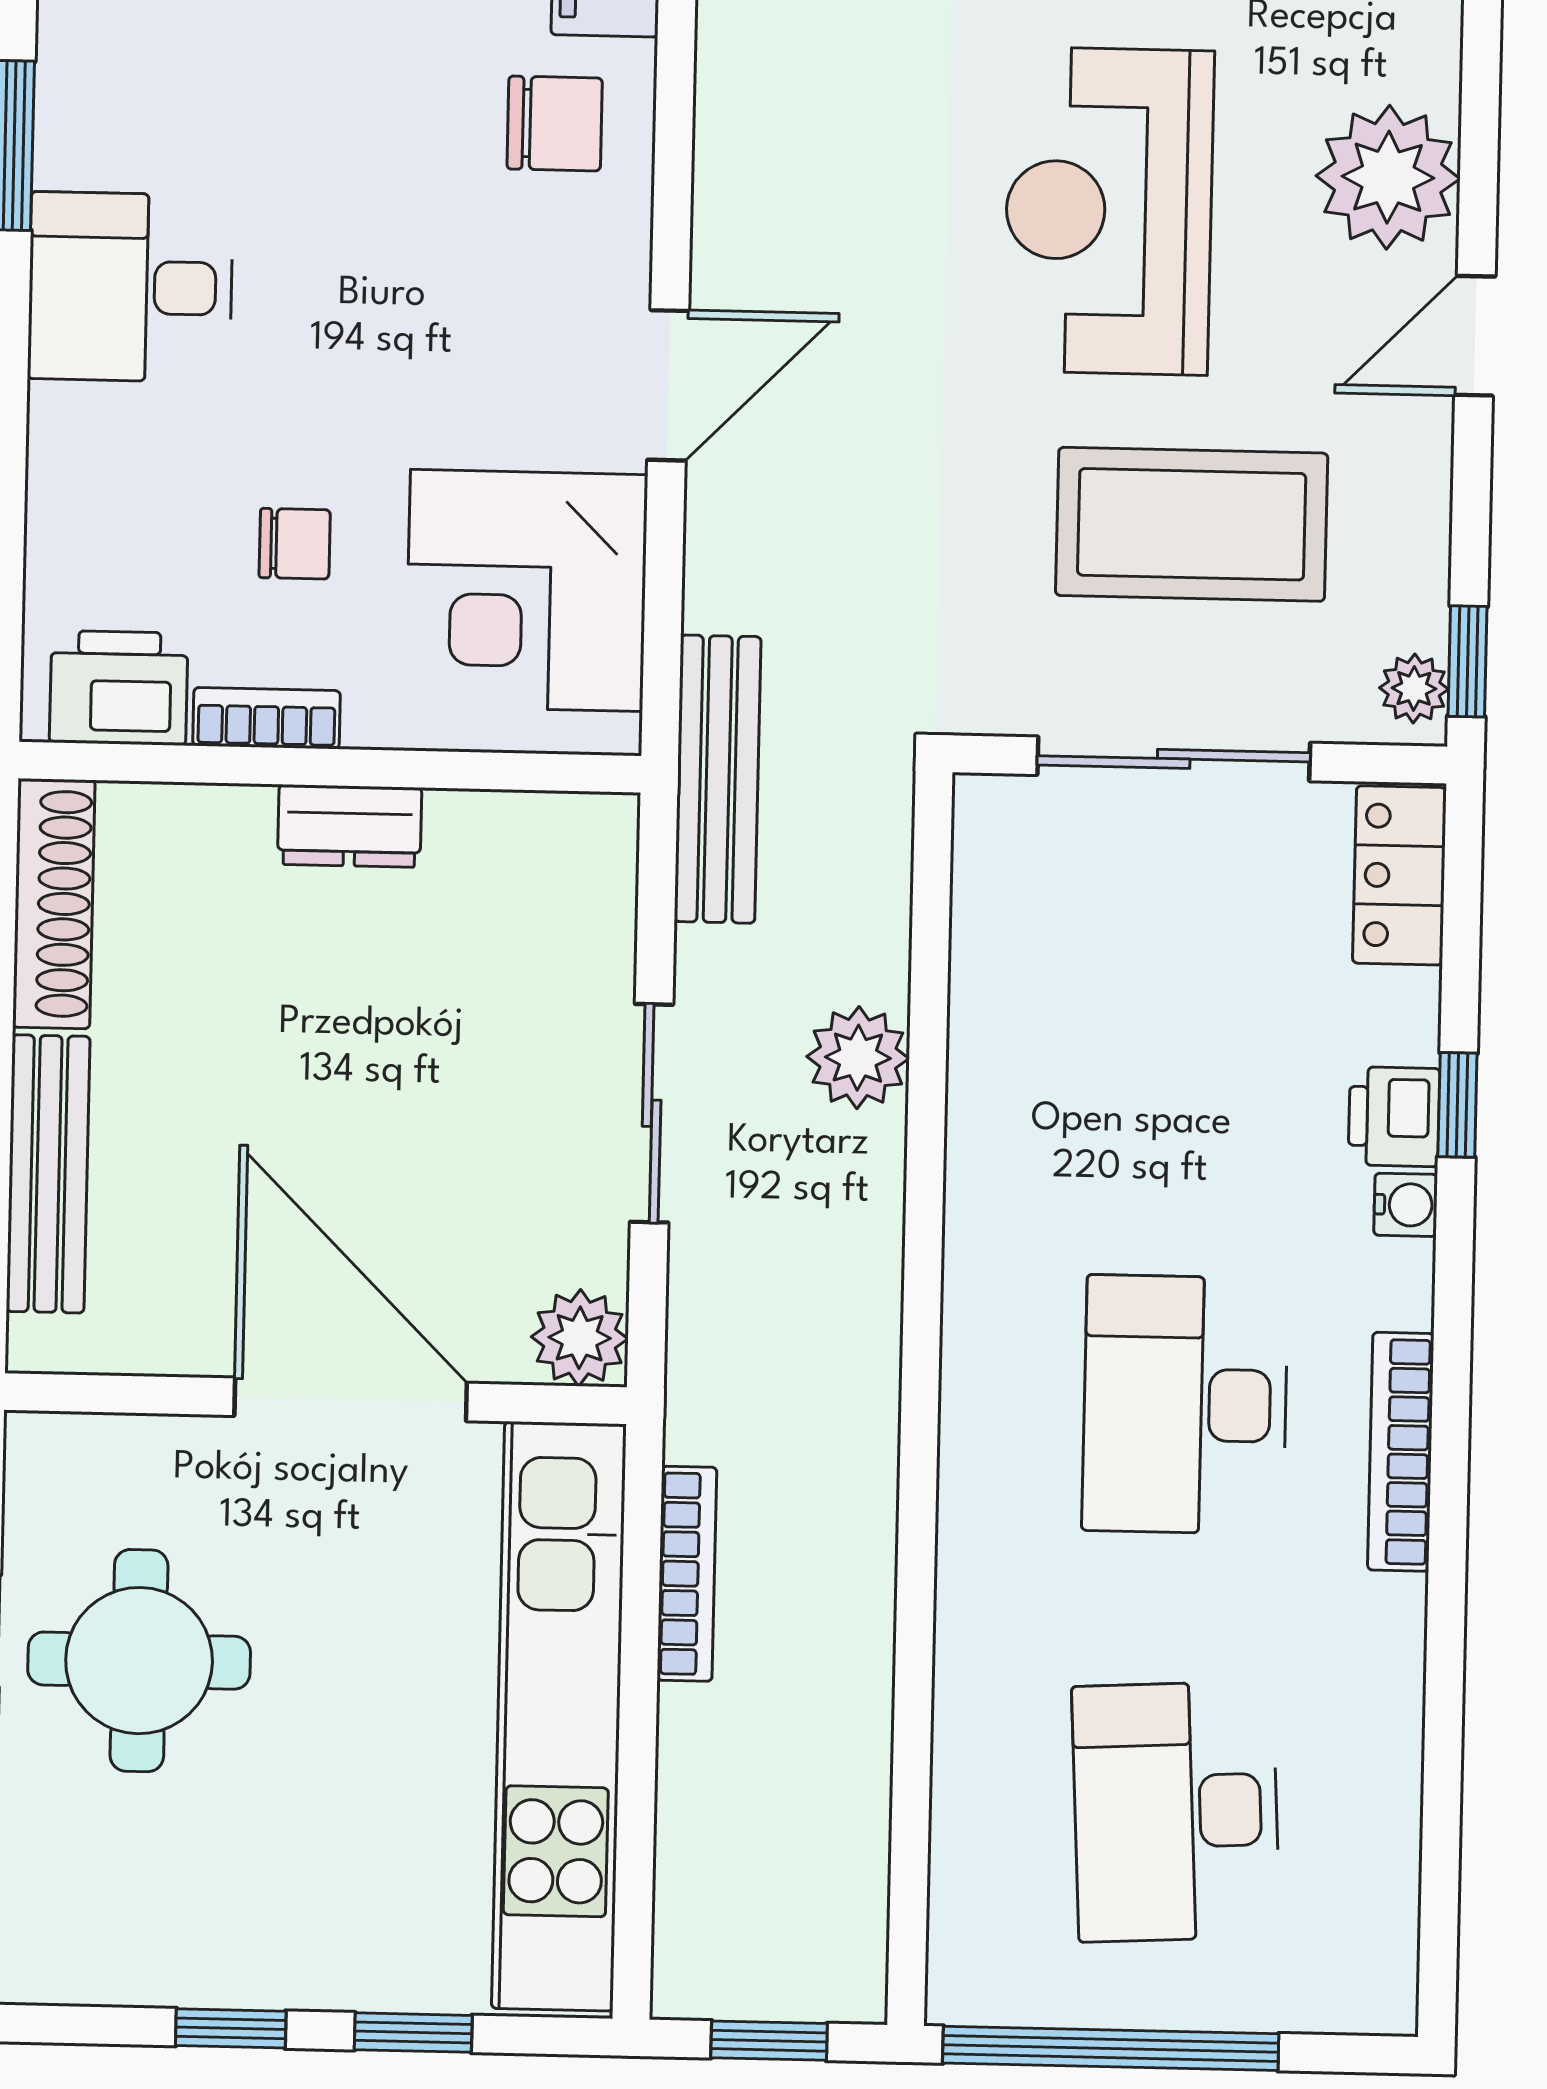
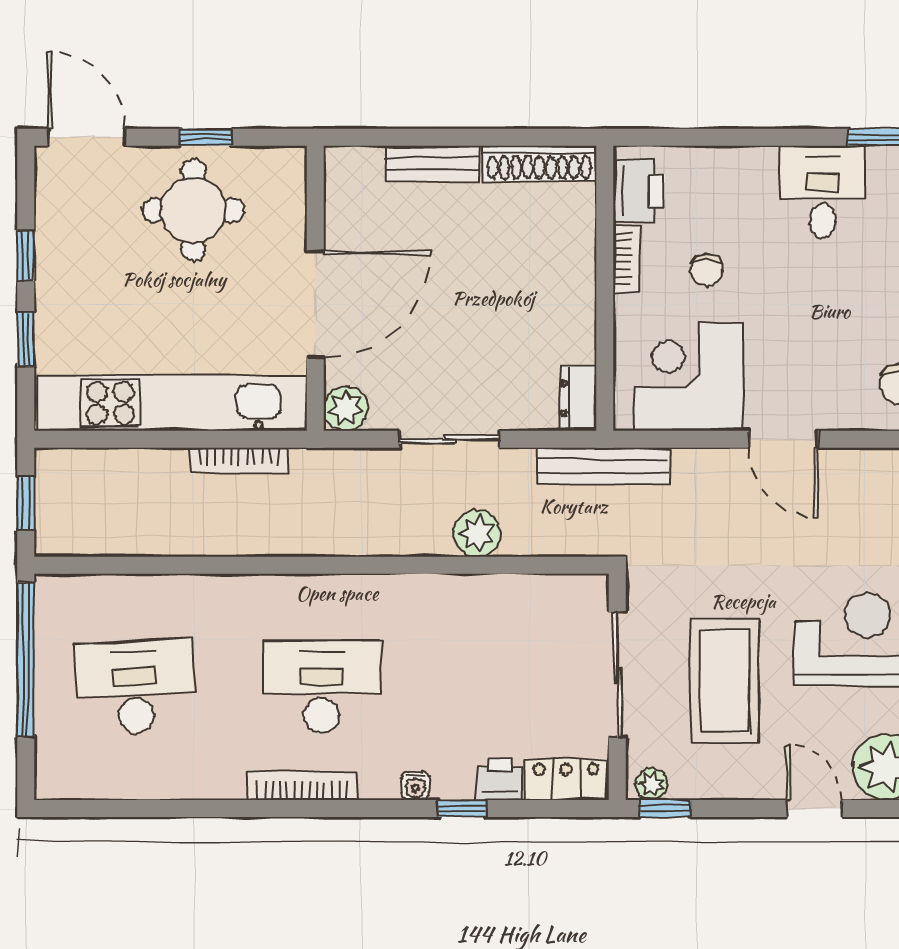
dresser: (350, 826) -> (578, 398), moved
printer: (1394, 1117) -> (500, 780), moved
bench: (48, 1174) -> (432, 163), width x0.73

